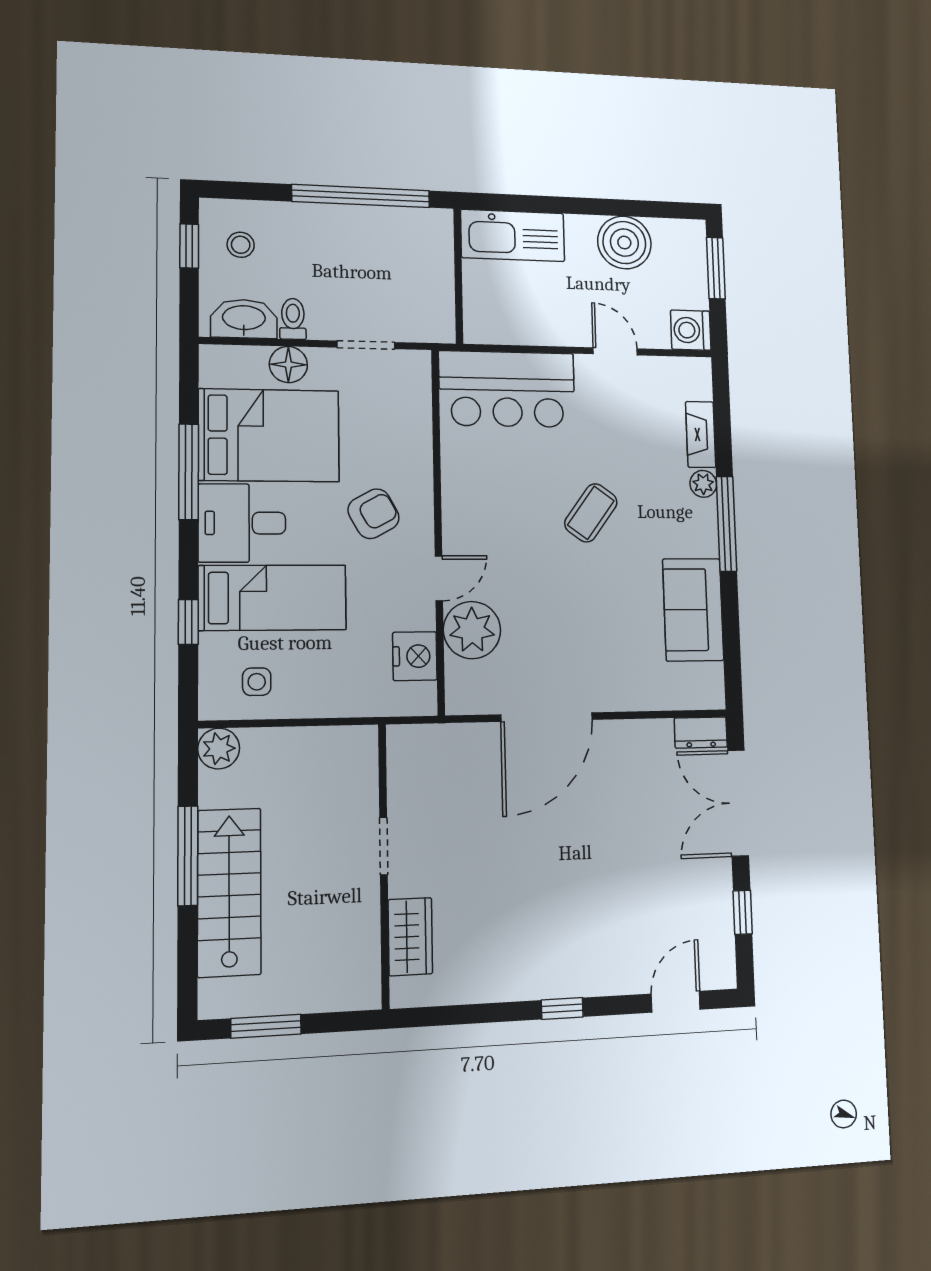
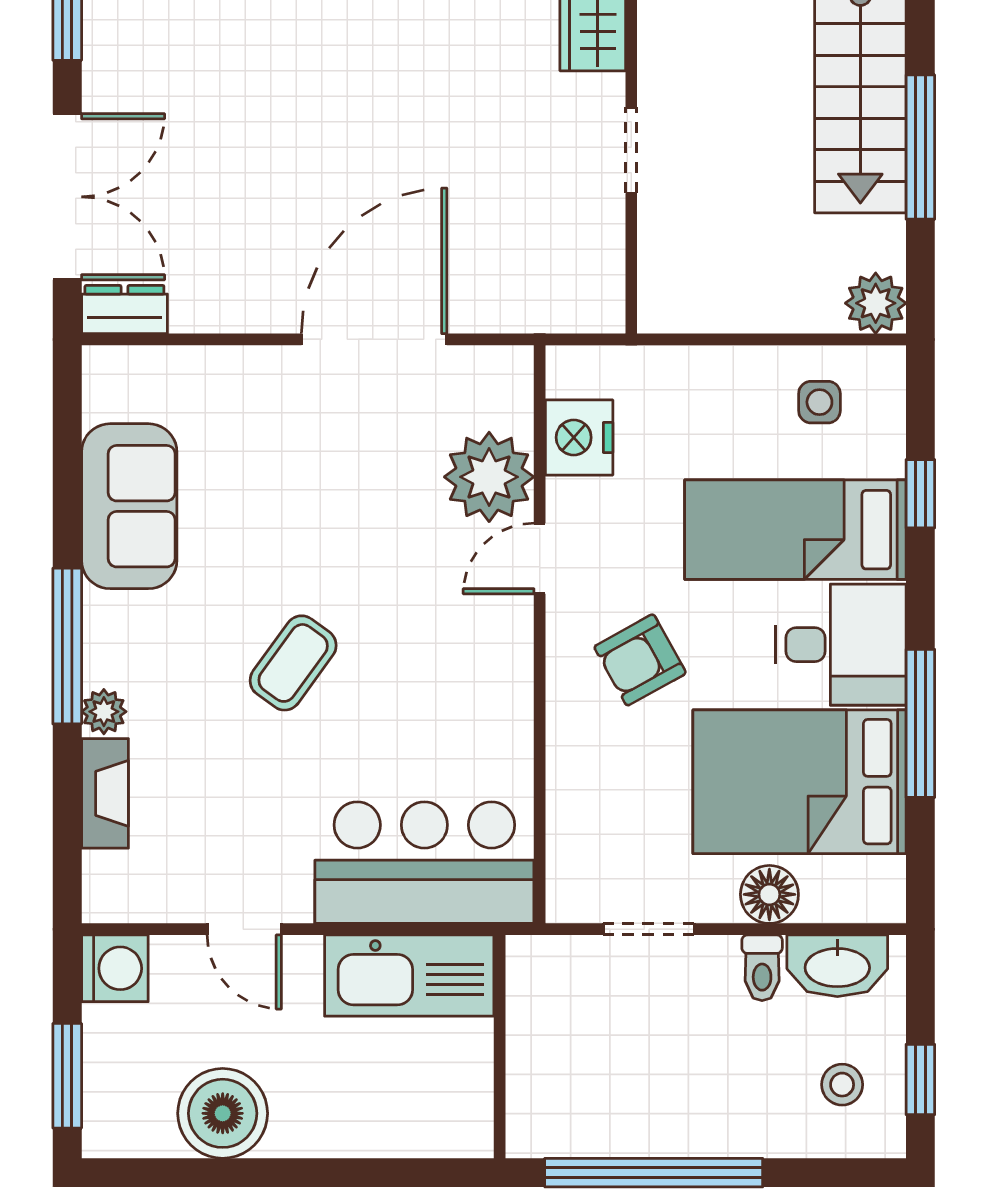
kitchen sink: (513, 235) -> (409, 976), moved, turned 180

